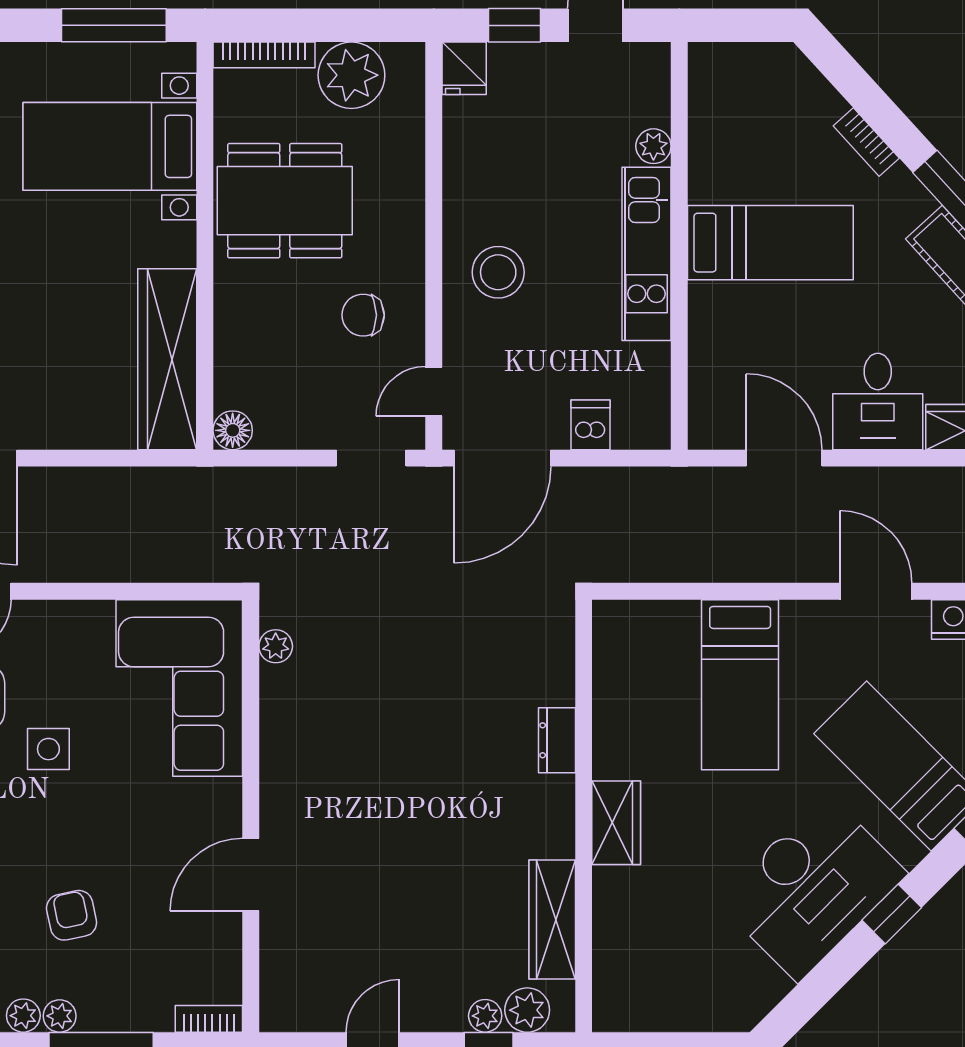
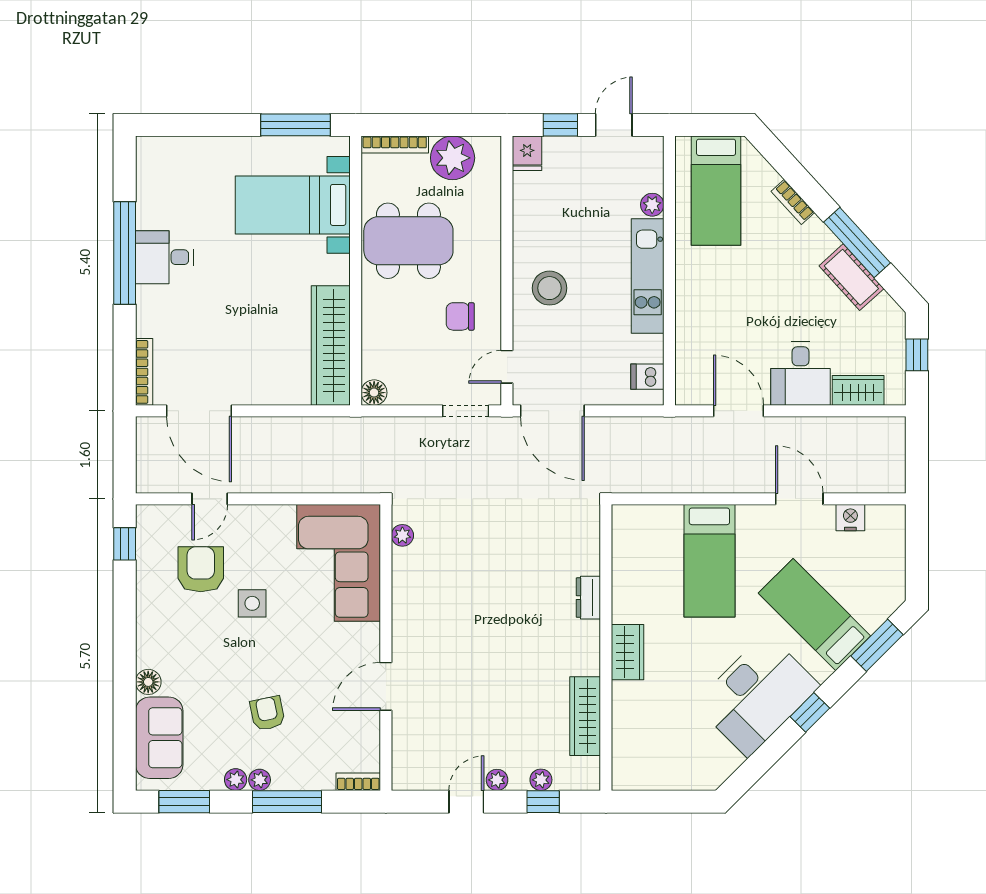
bed: (770, 243) -> (716, 191), moved, turned 90
dishwasher: (590, 425) -> (647, 377), moved, turned -90
door: (502, 458) -> (552, 411), hinge flipped
plant: (527, 1010) -> (497, 780), moved, width x0.73, depth x0.73

